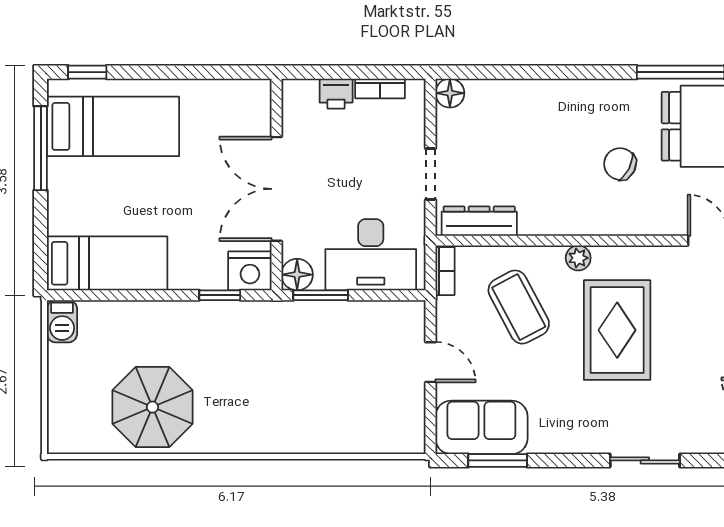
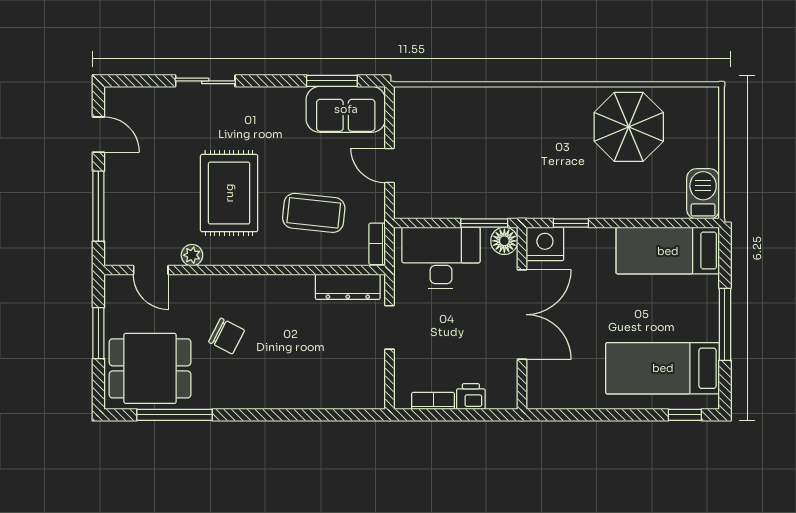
floor lamp: (450, 93) -> (373, 397), removed
window: (41, 148) -> (725, 324), moved
plant: (578, 258) -> (192, 255), moved
coffee table: (519, 307) -> (314, 213), turned -56
barbecue: (62, 321) -> (703, 194), width x1.38, depth x1.27

